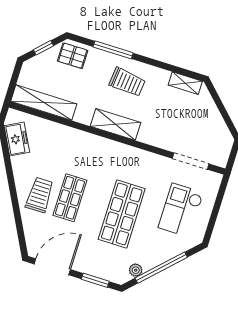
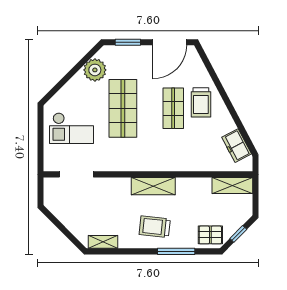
shelving: (44, 103) -> (232, 185), width x0.68
checkout: (181, 210) -> (71, 128), turned 90
window: (161, 268) -> (73, 72), removed
plant: (136, 270) -> (95, 70), width x1.88, depth x1.88

